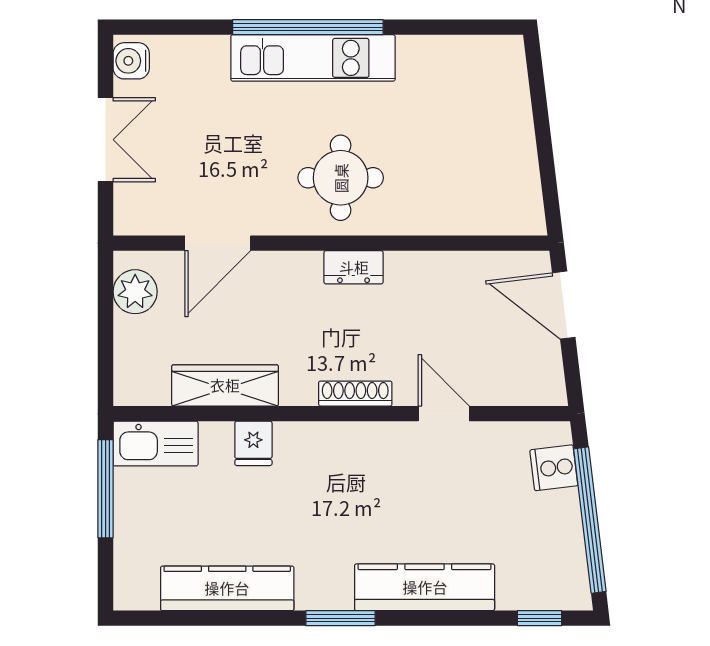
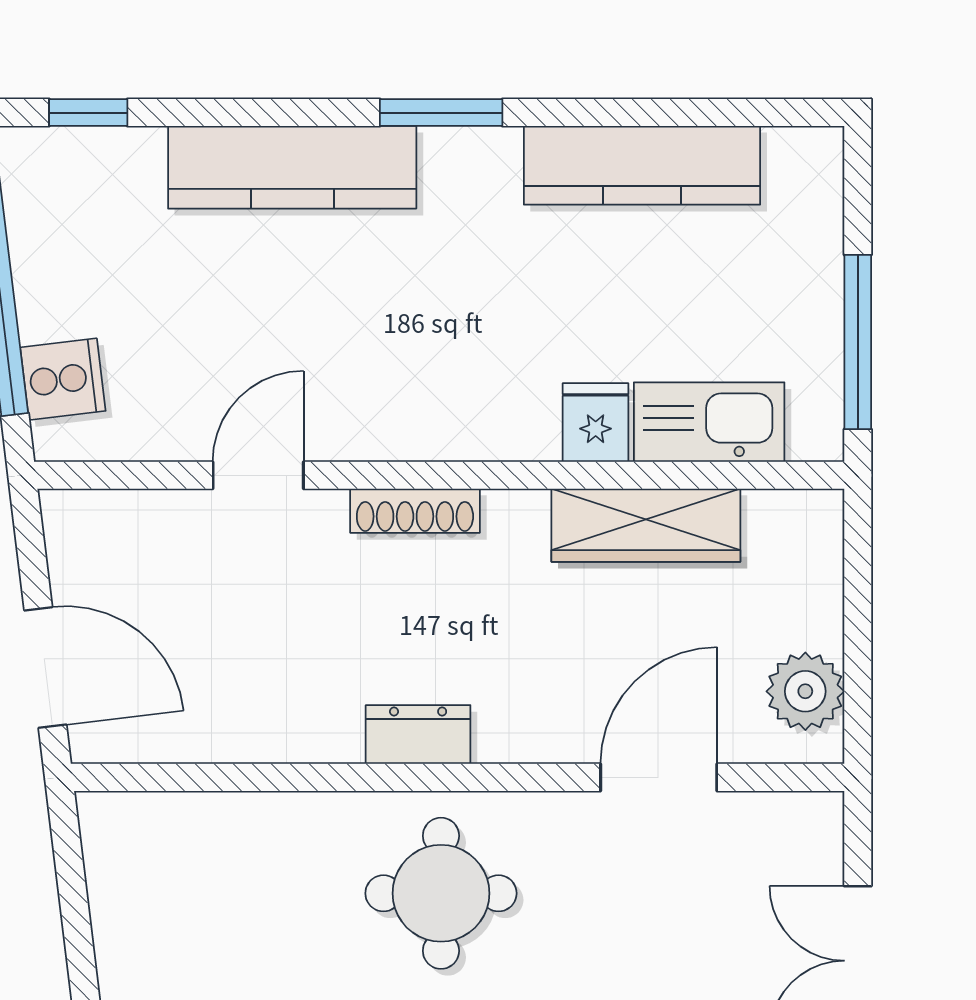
door: (444, 414) -> (258, 475), swing flipped
kitchen sink: (156, 444) -> (709, 422), moved

